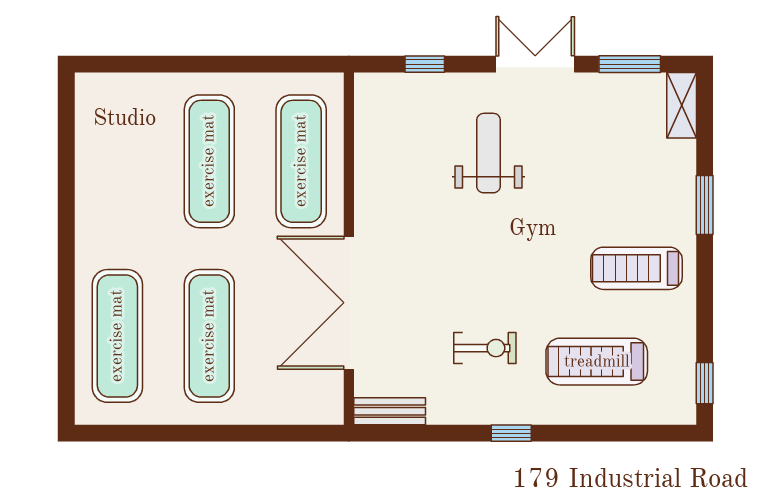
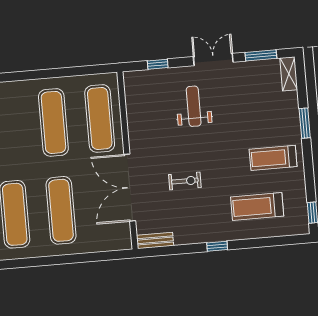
exercise bike: (485, 348) -> (185, 181), moved

